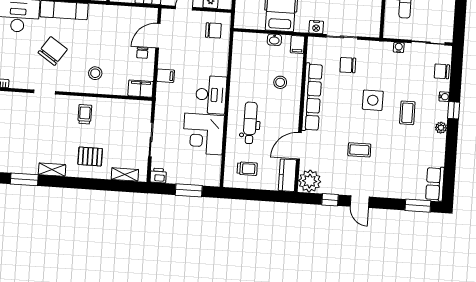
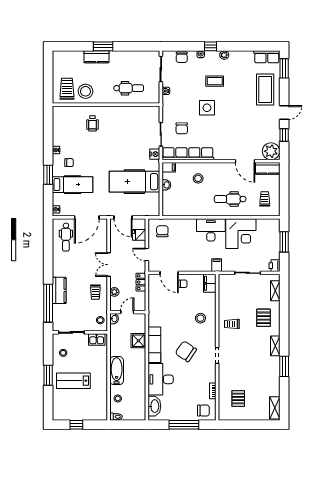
filing cabinet: (165, 76) -> (217, 265), moved
row of seats: (312, 97) -> (188, 154), moved
coffee table: (359, 150) -> (265, 89), moved, width x1.86, depth x1.72

